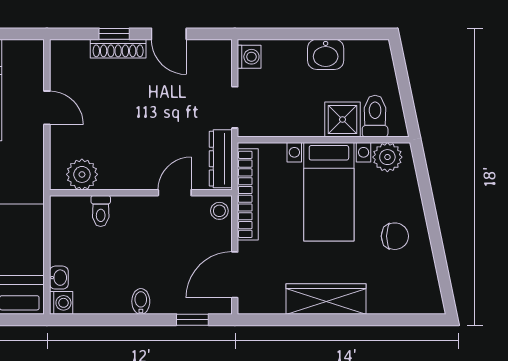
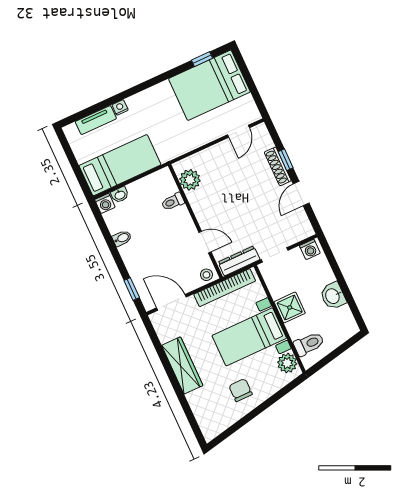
door: (47, 108) -> (239, 131), moved
shower: (343, 120) -> (290, 307), moved
chair: (395, 236) -> (241, 390), turned 180
bidet: (141, 301) -> (122, 238), moved

